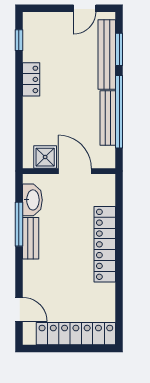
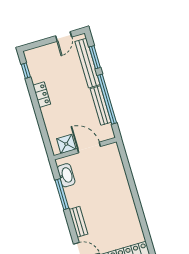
bench: (31, 238) -> (78, 222), moved
locker: (105, 244) -> (123, 191), removed

